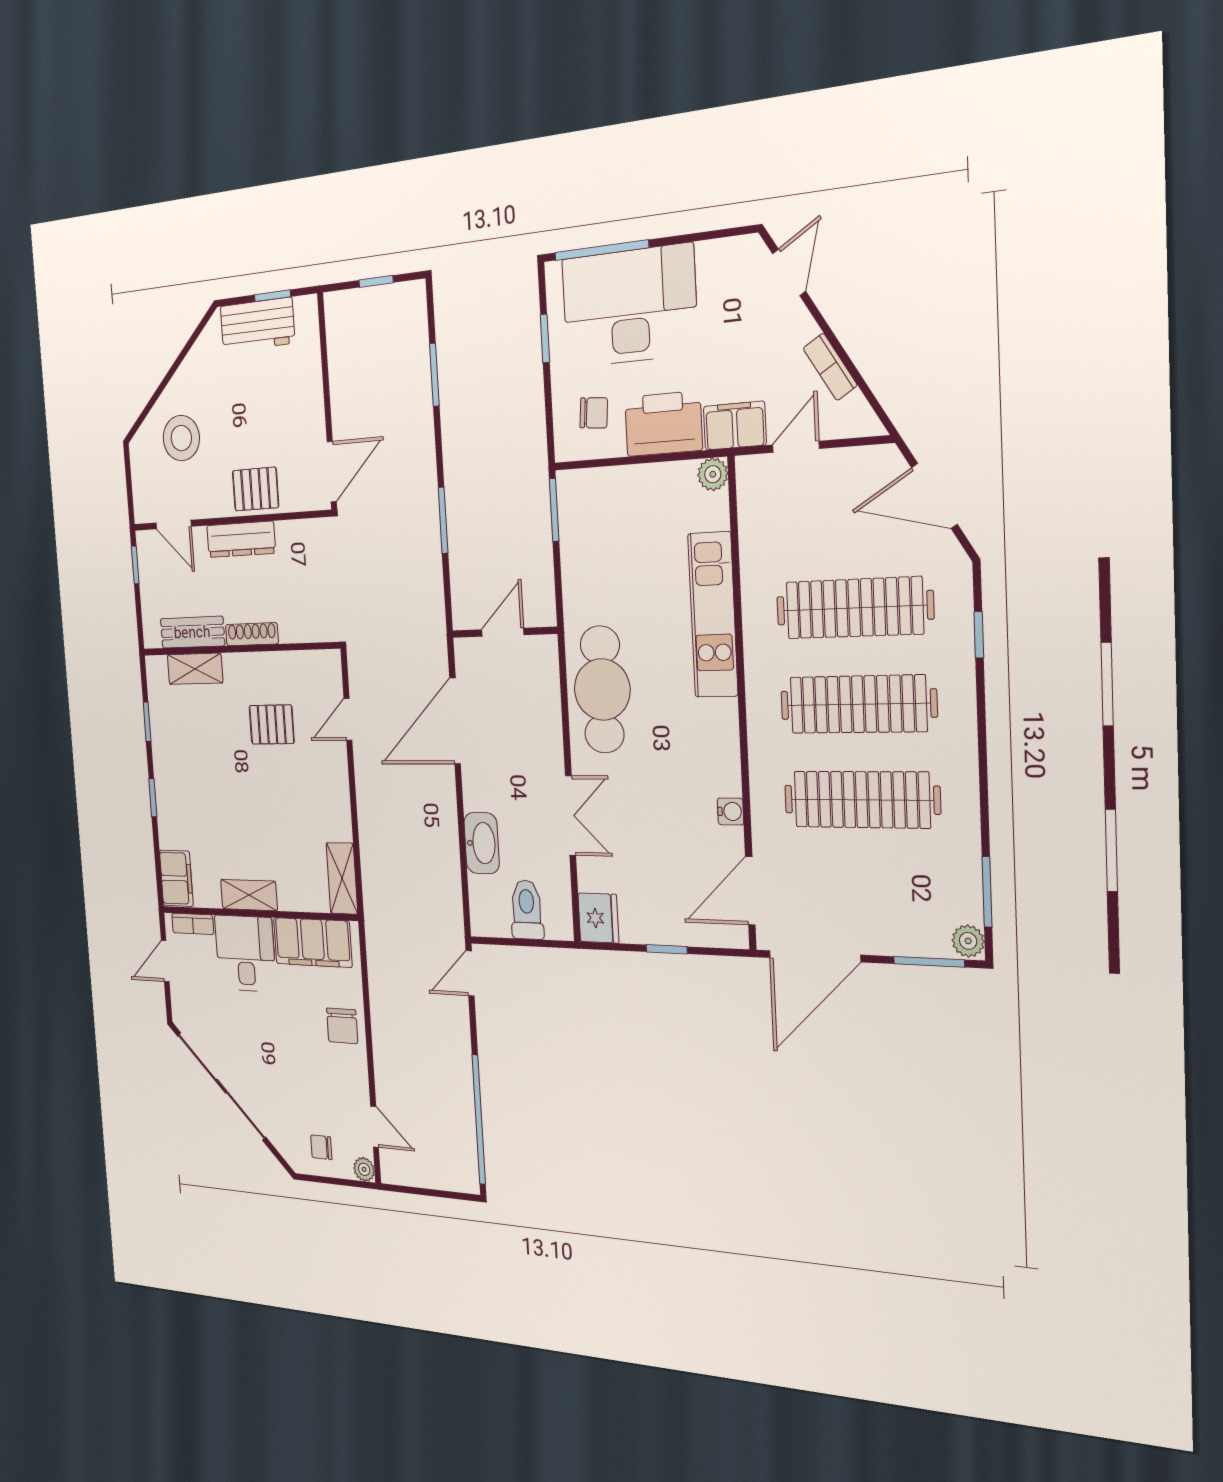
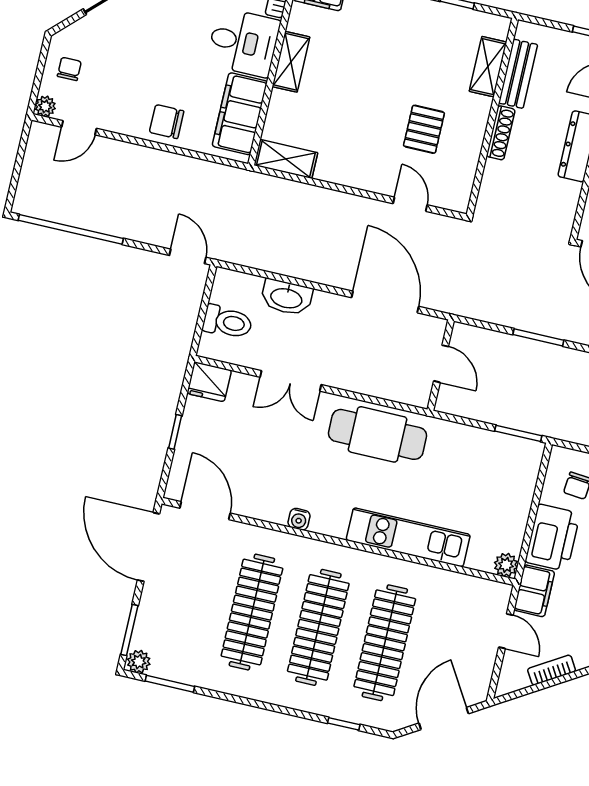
water cooler: (731, 811) -> (299, 519), moved

